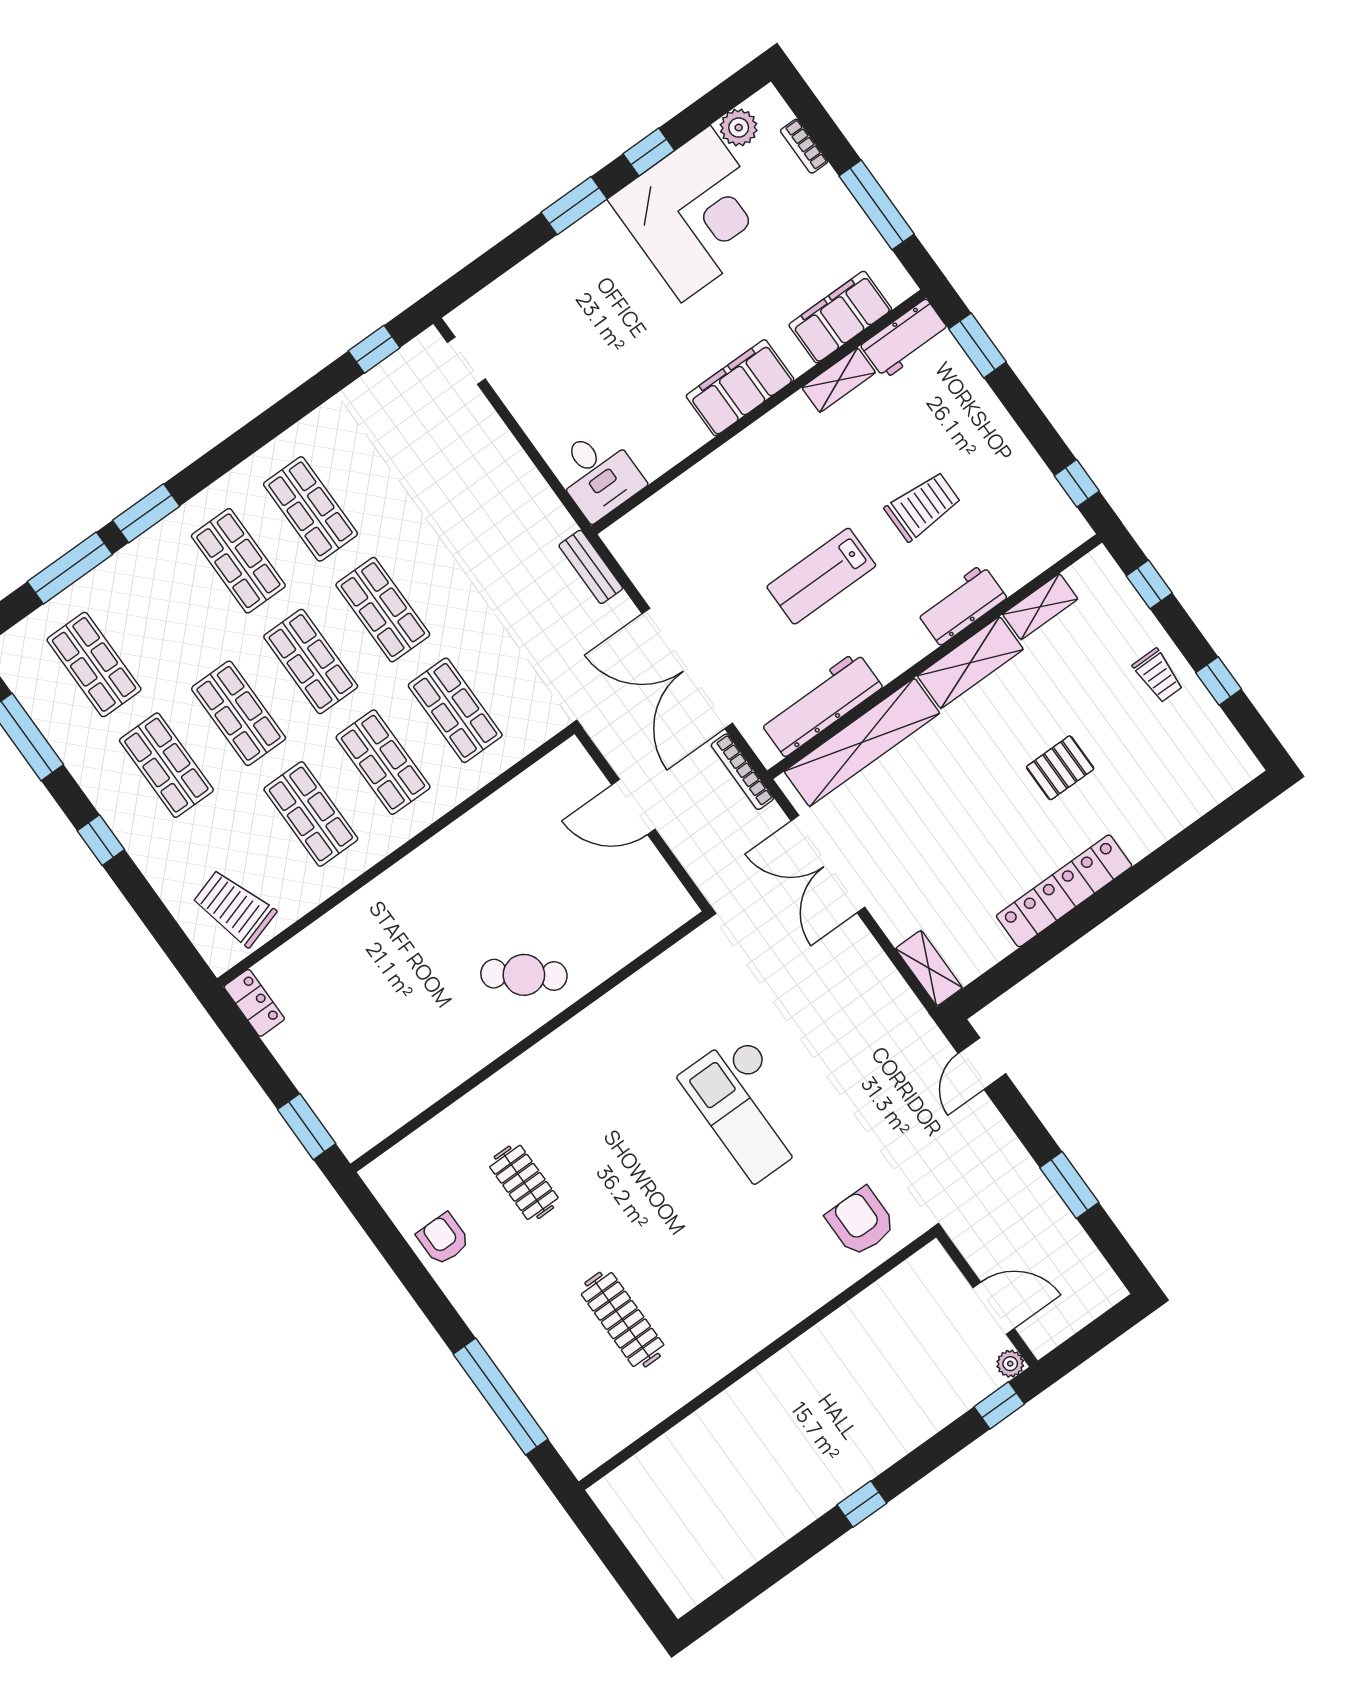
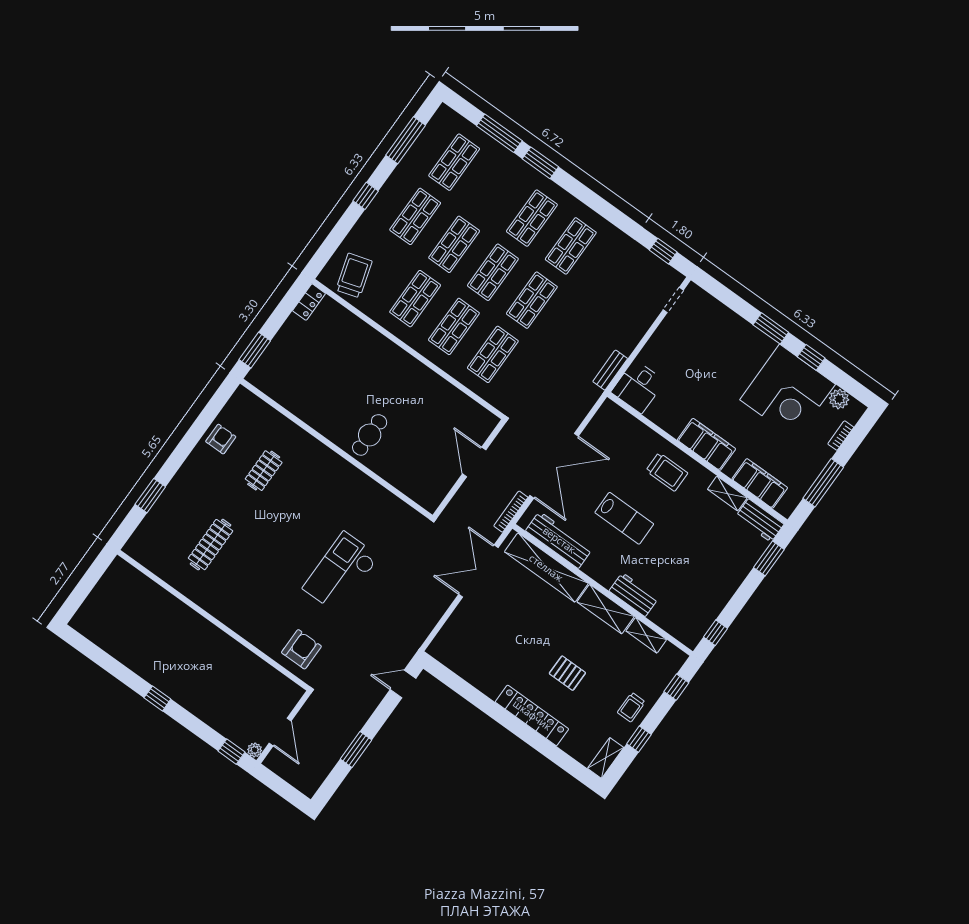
trolley: (923, 506) -> (667, 472), moved
bench: (591, 567) -> (610, 370), moved
lab bench: (821, 576) -> (624, 518), turned 180
double door: (687, 668) -> (554, 466), swing flipped
locker: (1064, 891) -> (532, 715), moved
shelving: (929, 968) -> (606, 758), moved
cafe table: (524, 975) -> (370, 435), turned 52
window: (501, 1397) -> (150, 496), width x0.47

